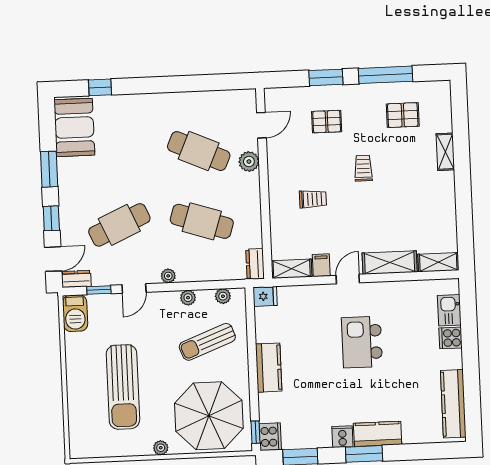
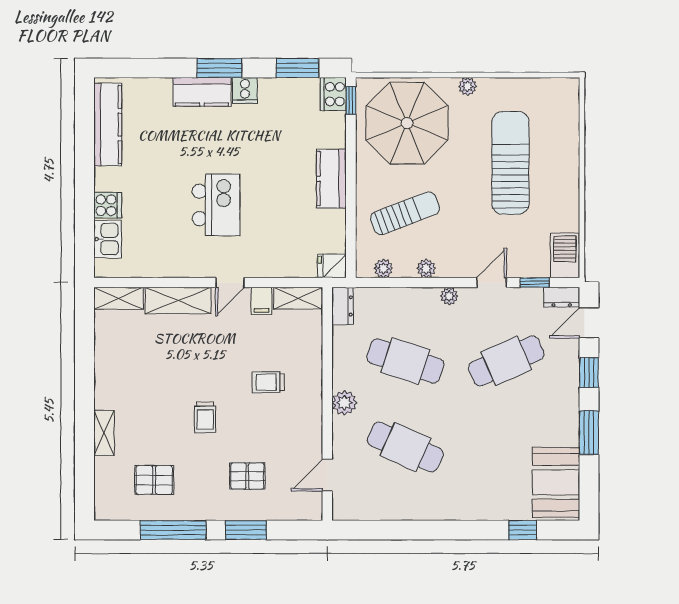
plant: (249, 161) -> (345, 403), moved

